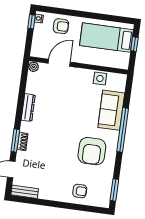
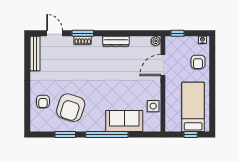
window: (32, 22) -> (178, 33), moved
door: (59, 63) -> (163, 65), swing flipped
armchair: (92, 151) -> (71, 108), moved, turned -72
window: (114, 190) -> (65, 135), moved
bench: (25, 192) -> (35, 54), width x1.36

